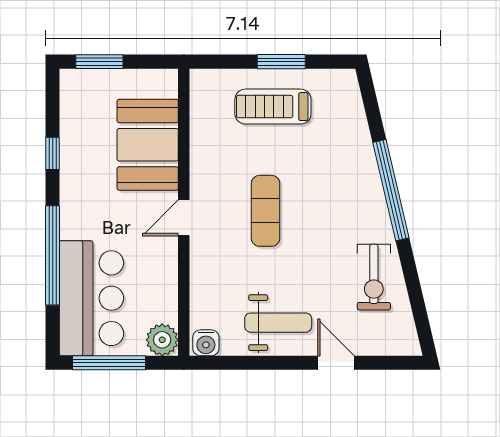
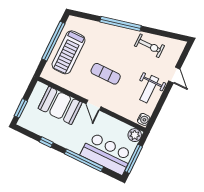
window: (281, 62) -> (53, 41), width x2.11
treadmill: (273, 107) -> (68, 52), width x1.37, depth x1.38
weight bench: (278, 323) -> (149, 89), turned 180
door: (336, 363) -> (174, 75), swing flipped

